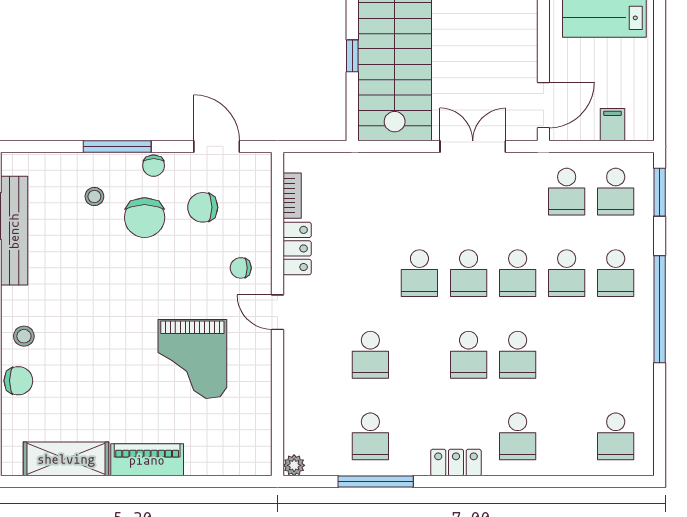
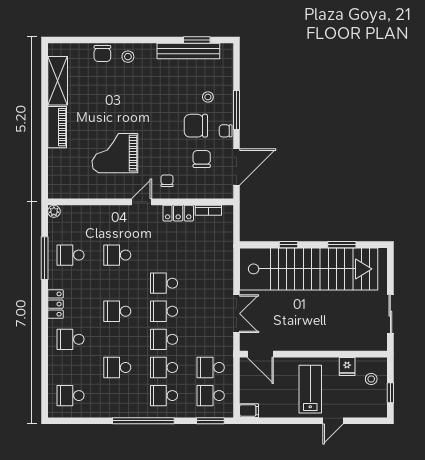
filing cabinet: (613, 125) -> (249, 411), moved
door: (217, 146) -> (237, 167), width x1.36
school desk: (518, 355) -> (117, 367), moved

